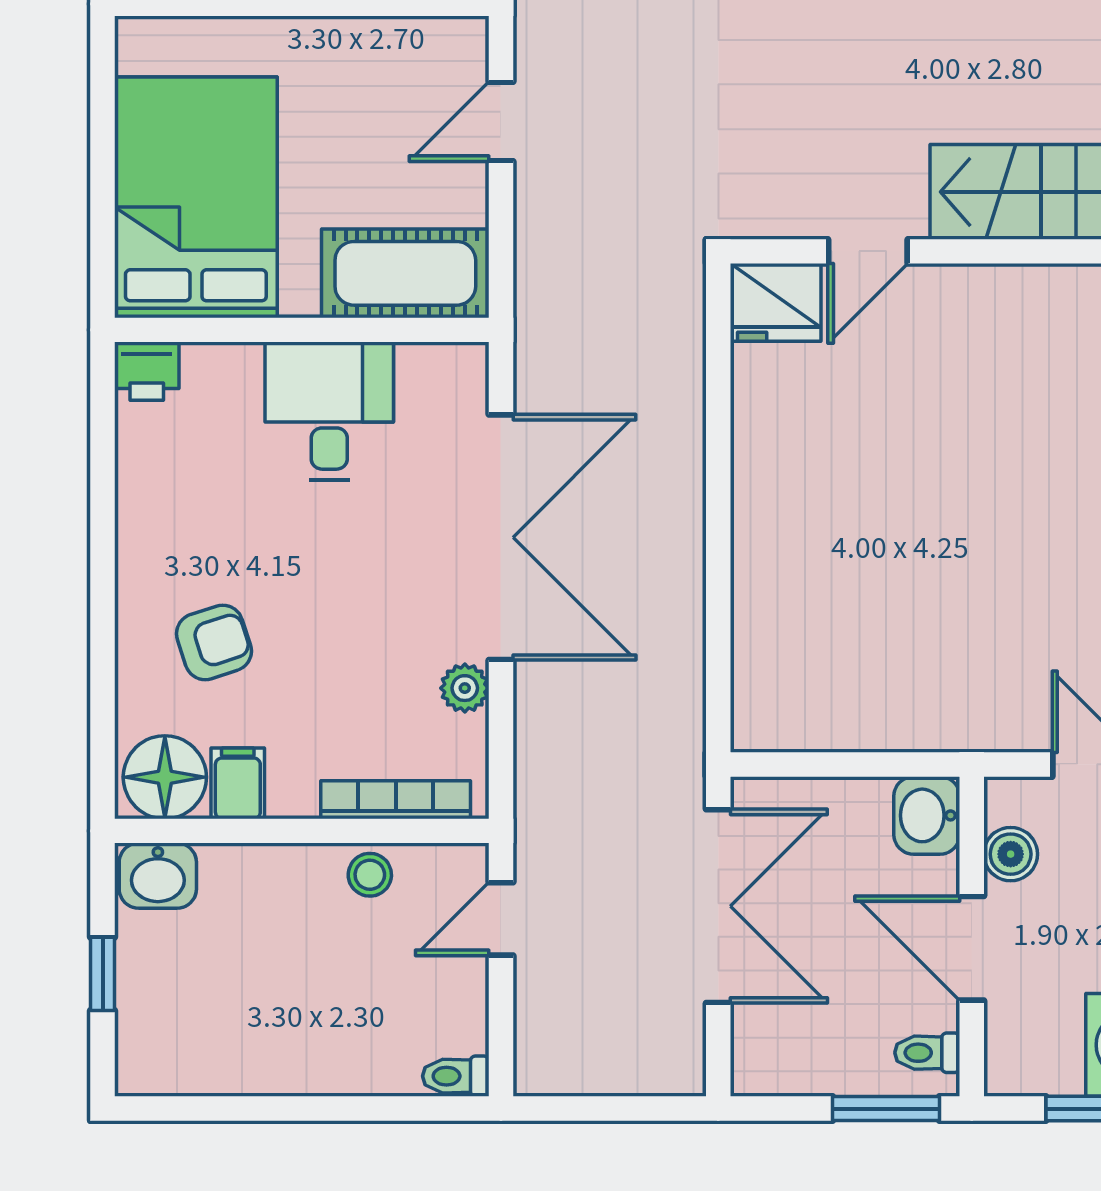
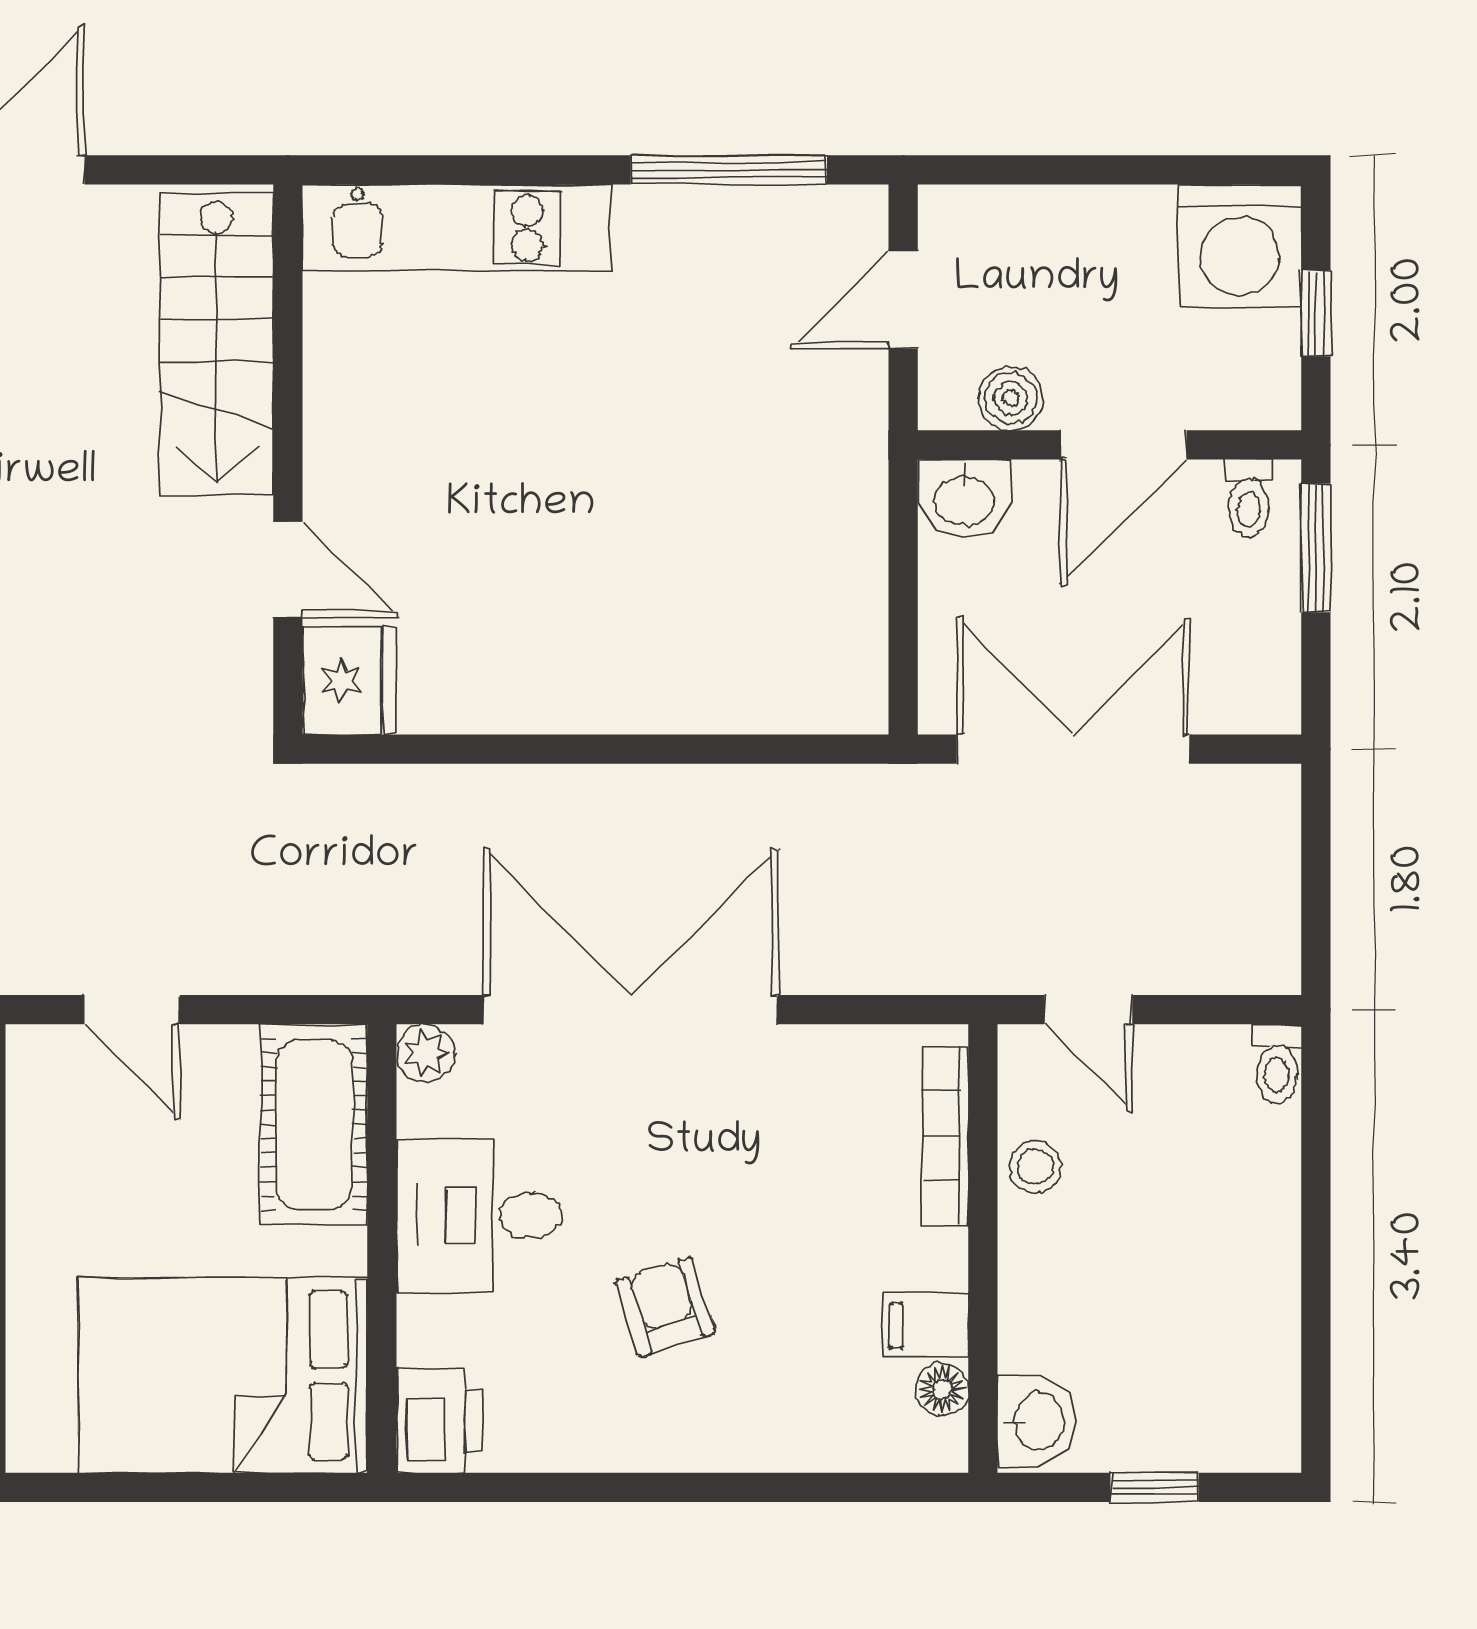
printer: (147, 371) -> (440, 1420), width x1.36, depth x1.24
armchair: (214, 642) -> (665, 1307), moved
plant: (465, 688) -> (425, 1053), moved
floor lamp: (165, 777) -> (942, 1389), width x0.53, depth x0.53

